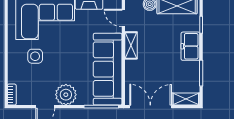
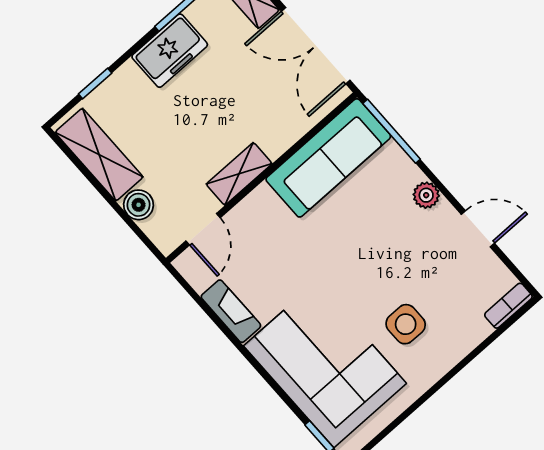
freezer: (190, 46) -> (170, 51), moved
sofa: (108, 69) -> (328, 158), width x0.74, depth x0.79
plant: (66, 95) -> (426, 195), width x0.53, depth x0.53

